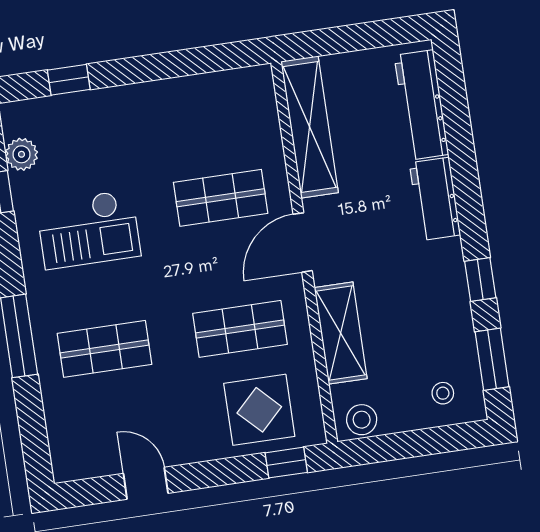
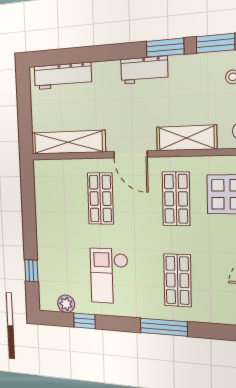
workbench: (435, 199) -> (144, 70), moved
checkout: (88, 229) -> (109, 276), turned 180
window: (480, 279) -> (165, 48), width x1.50

